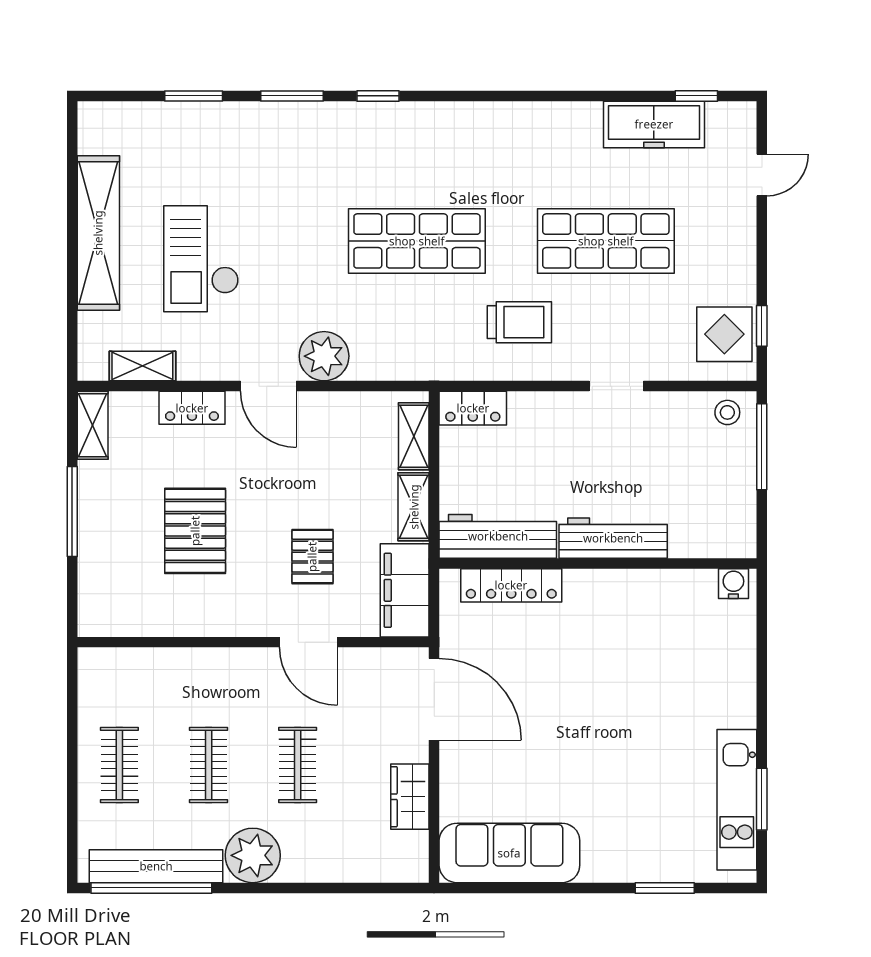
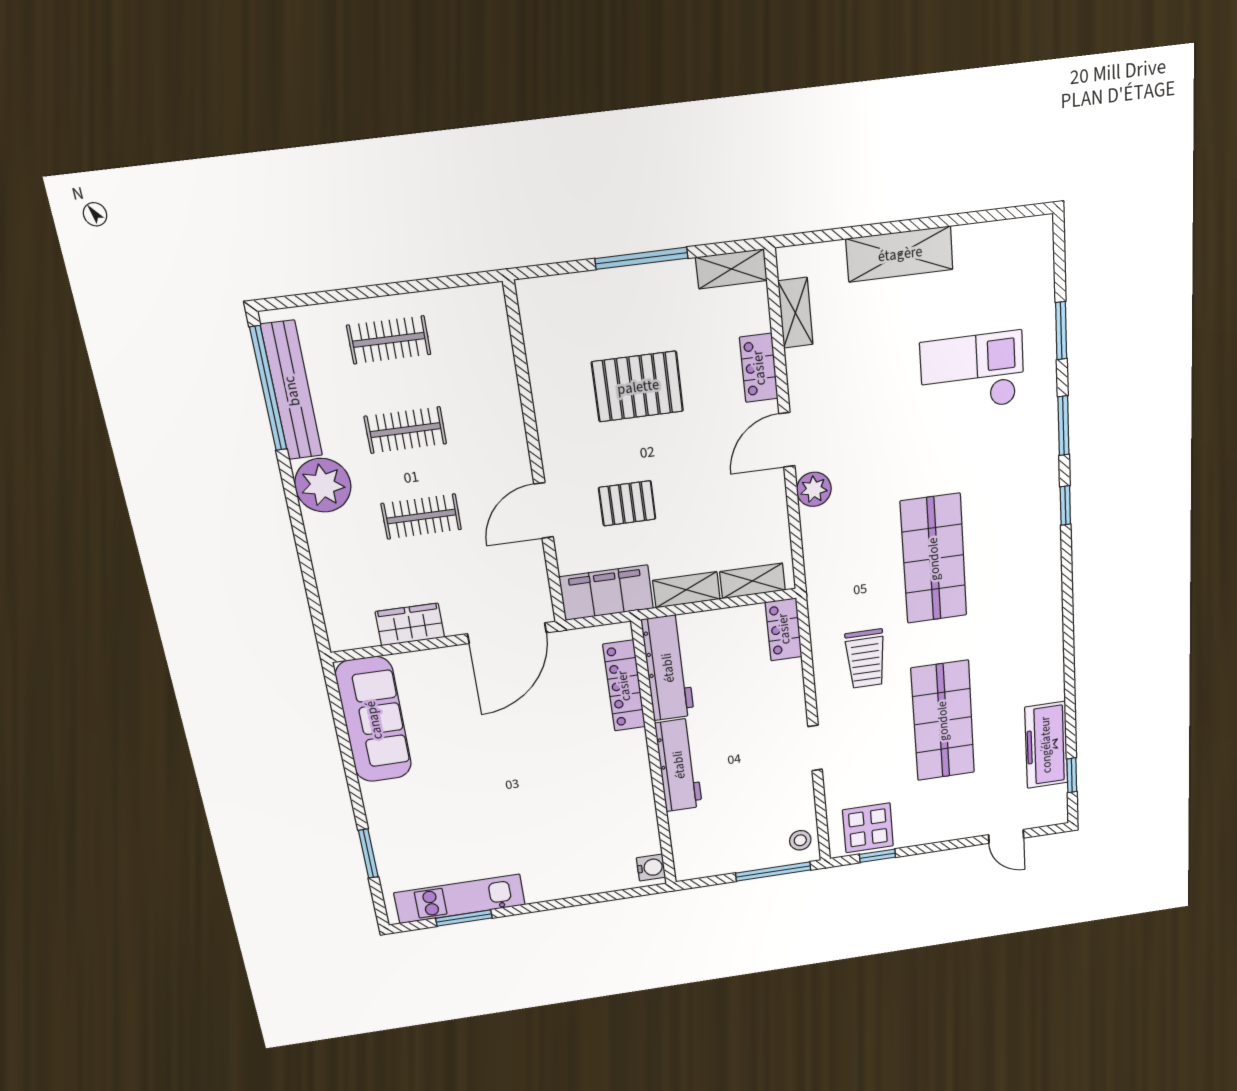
shelving: (98, 233) -> (900, 254), width x0.68
checkout: (201, 259) -> (972, 373), moved
plant: (324, 356) -> (814, 489), width x0.73, depth x0.73

